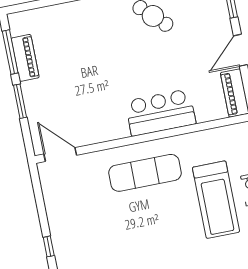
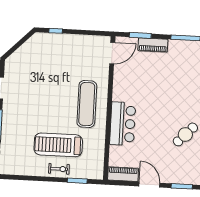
piano: (25, 58) -> (153, 45), moved
window: (20, 101) -> (140, 35), moved

